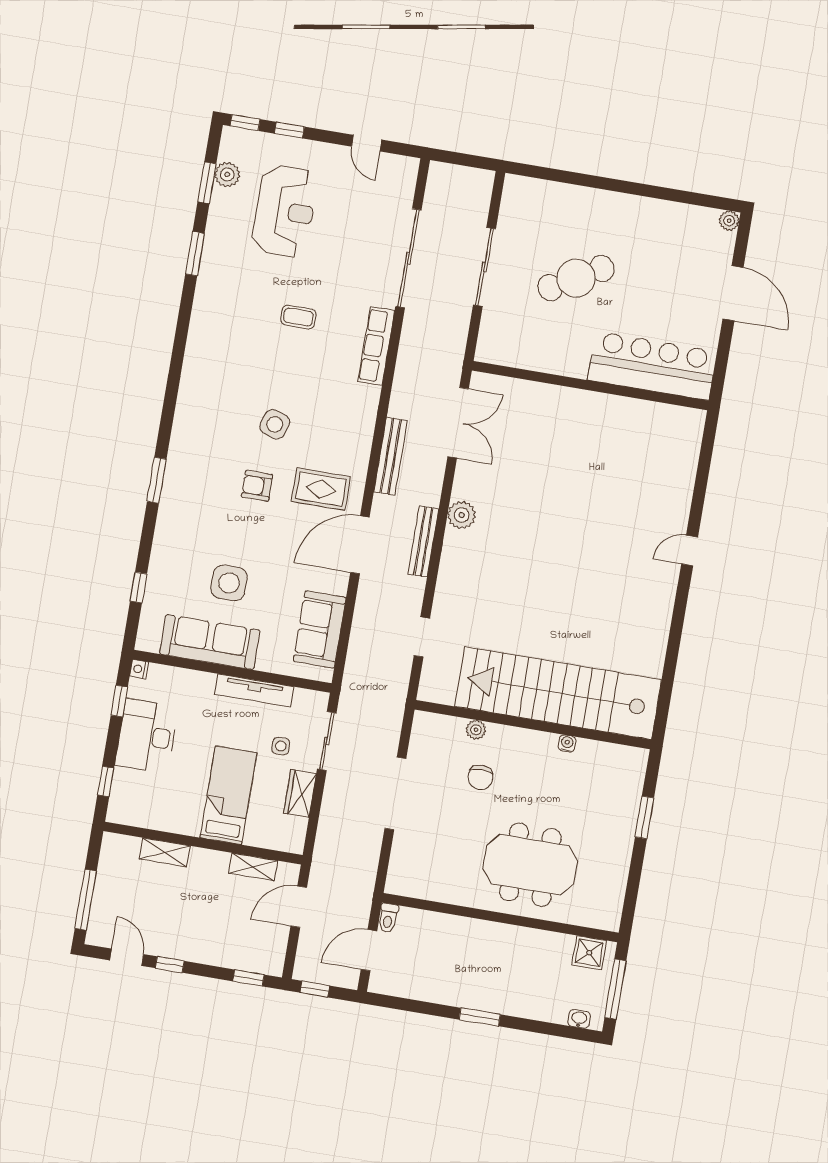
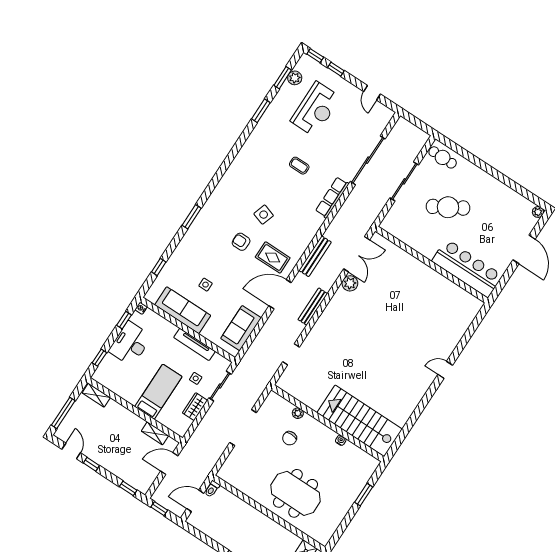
cafe table: (531, 199) -> (443, 157), added
plant: (462, 515) -> (350, 283), moved
side table: (229, 583) -> (206, 285), width x0.54, depth x0.54
stairs: (558, 693) -> (360, 421), width x0.73
shelving: (165, 852) -> (96, 395), moved

